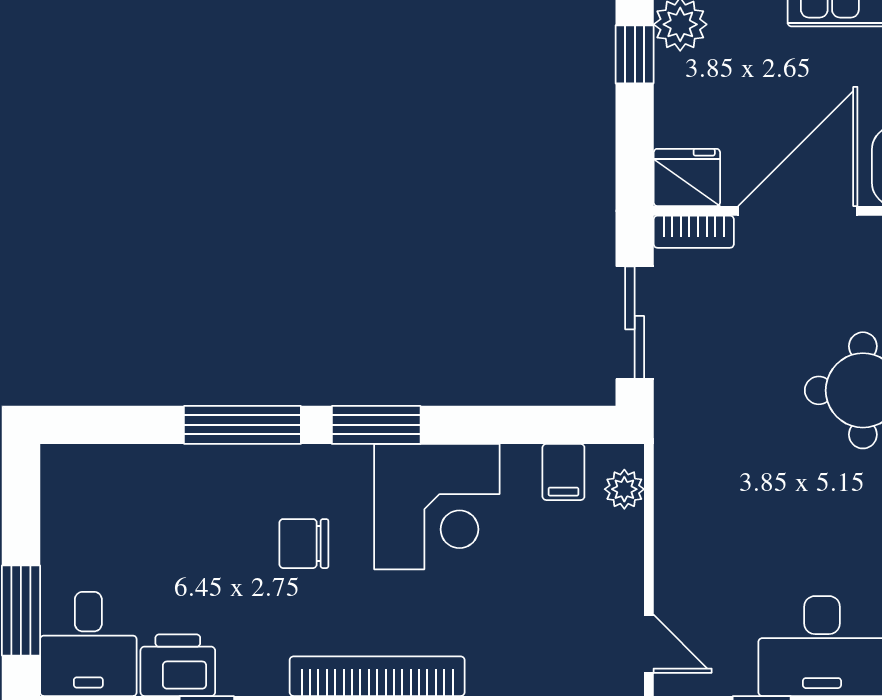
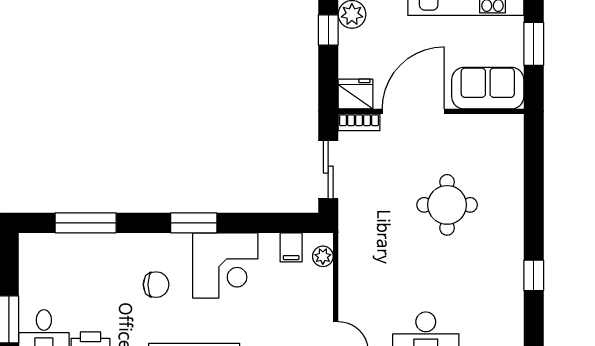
window: (242, 425) -> (86, 223), moved
chair: (304, 544) -> (156, 285), turned 180

